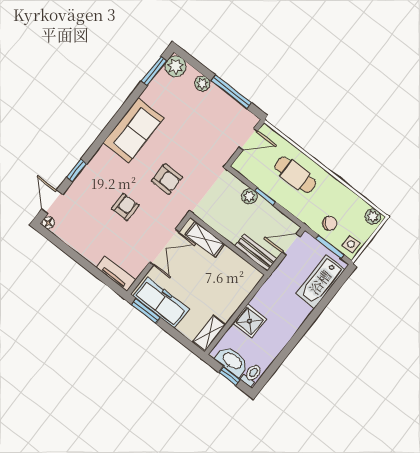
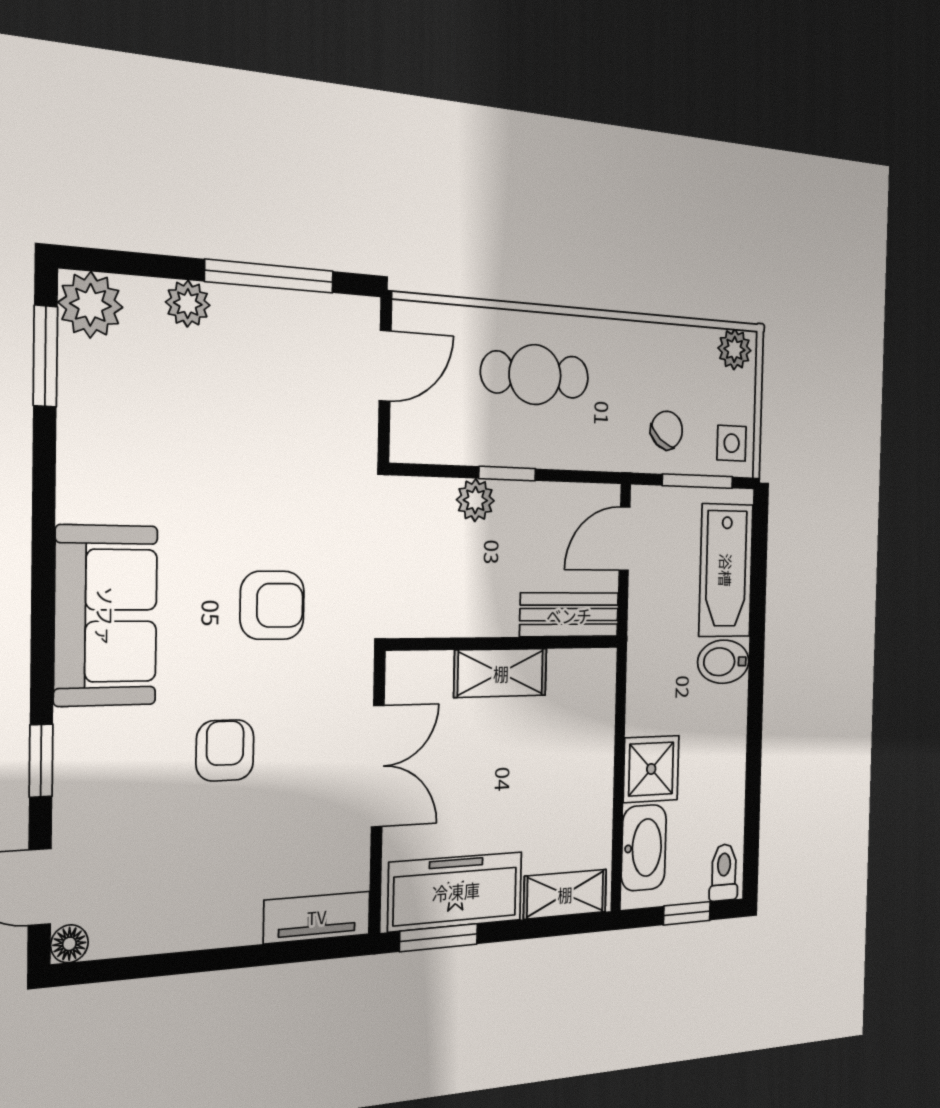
sofa: (134, 130) -> (106, 616), moved
shelving: (205, 239) -> (501, 673), moved
bidet: (299, 309) -> (723, 662), added
shelving: (209, 333) -> (565, 894), moved, turned 90
washbasin: (232, 361) -> (644, 848), moved, turned 90

